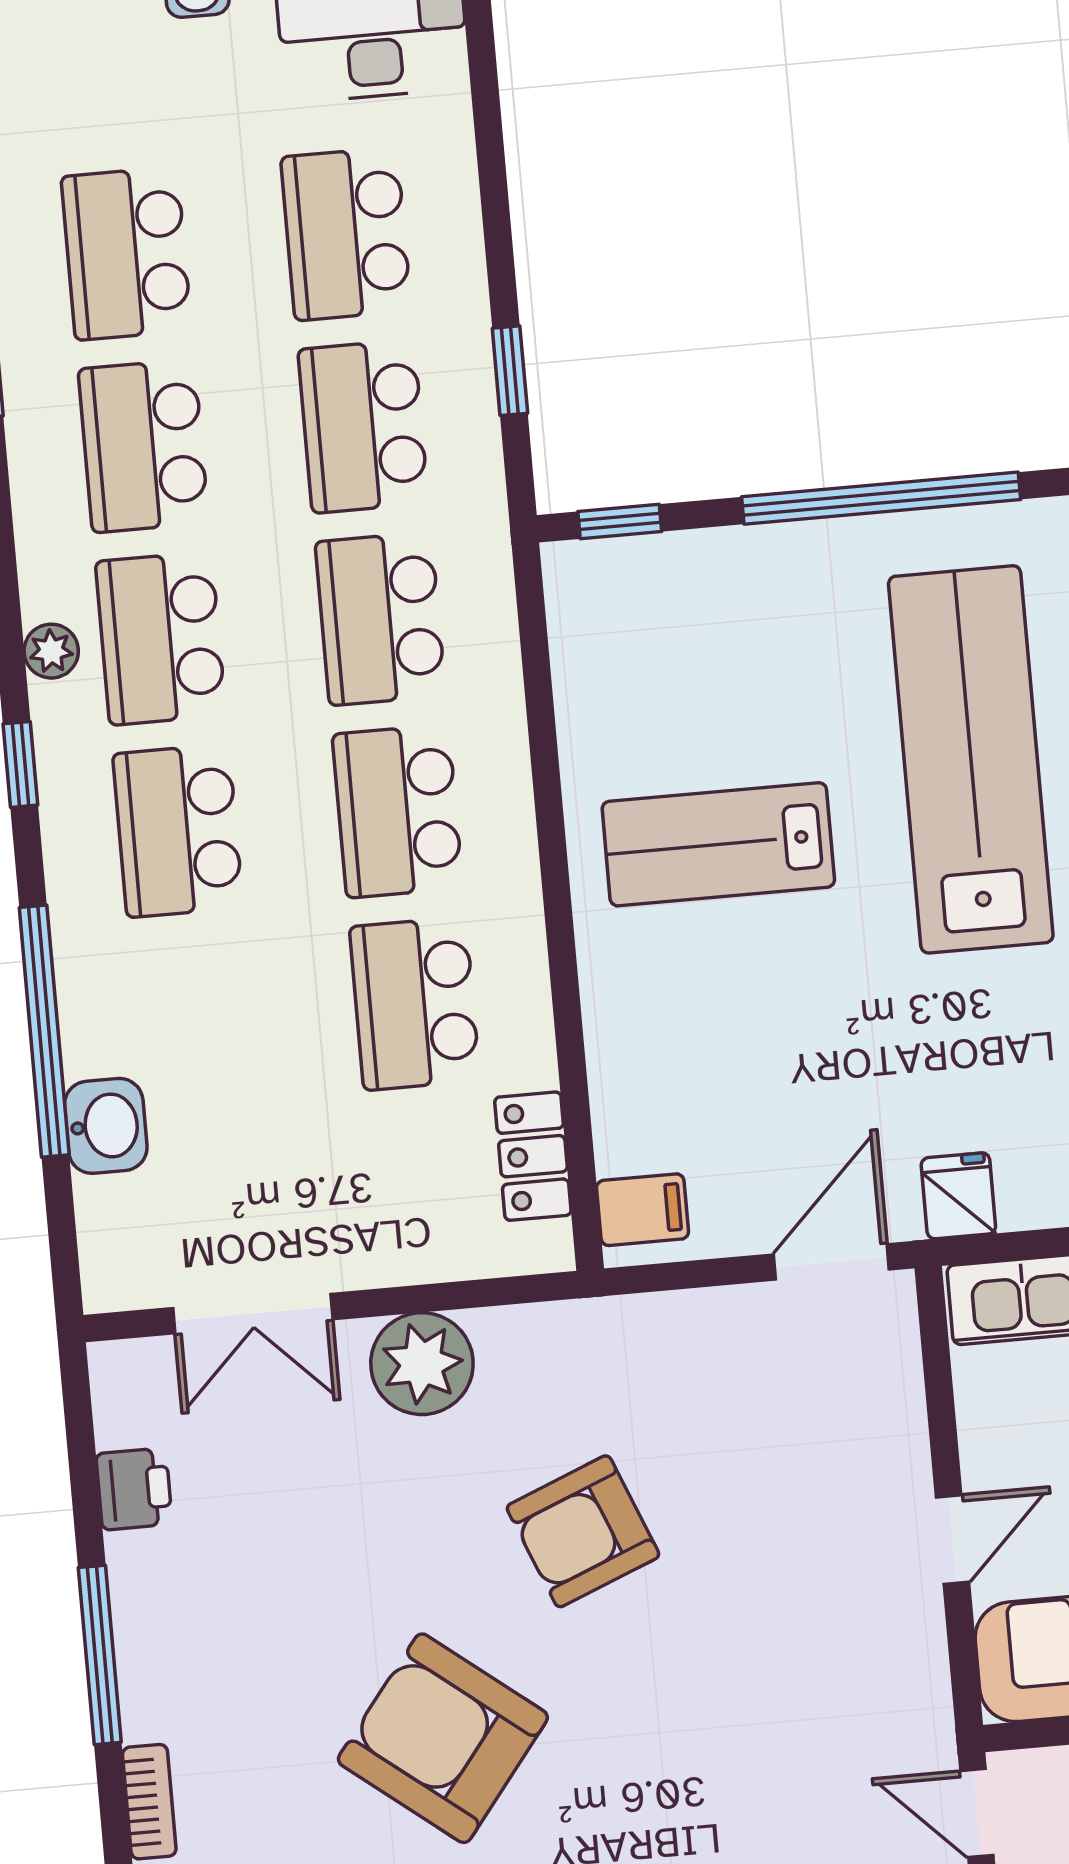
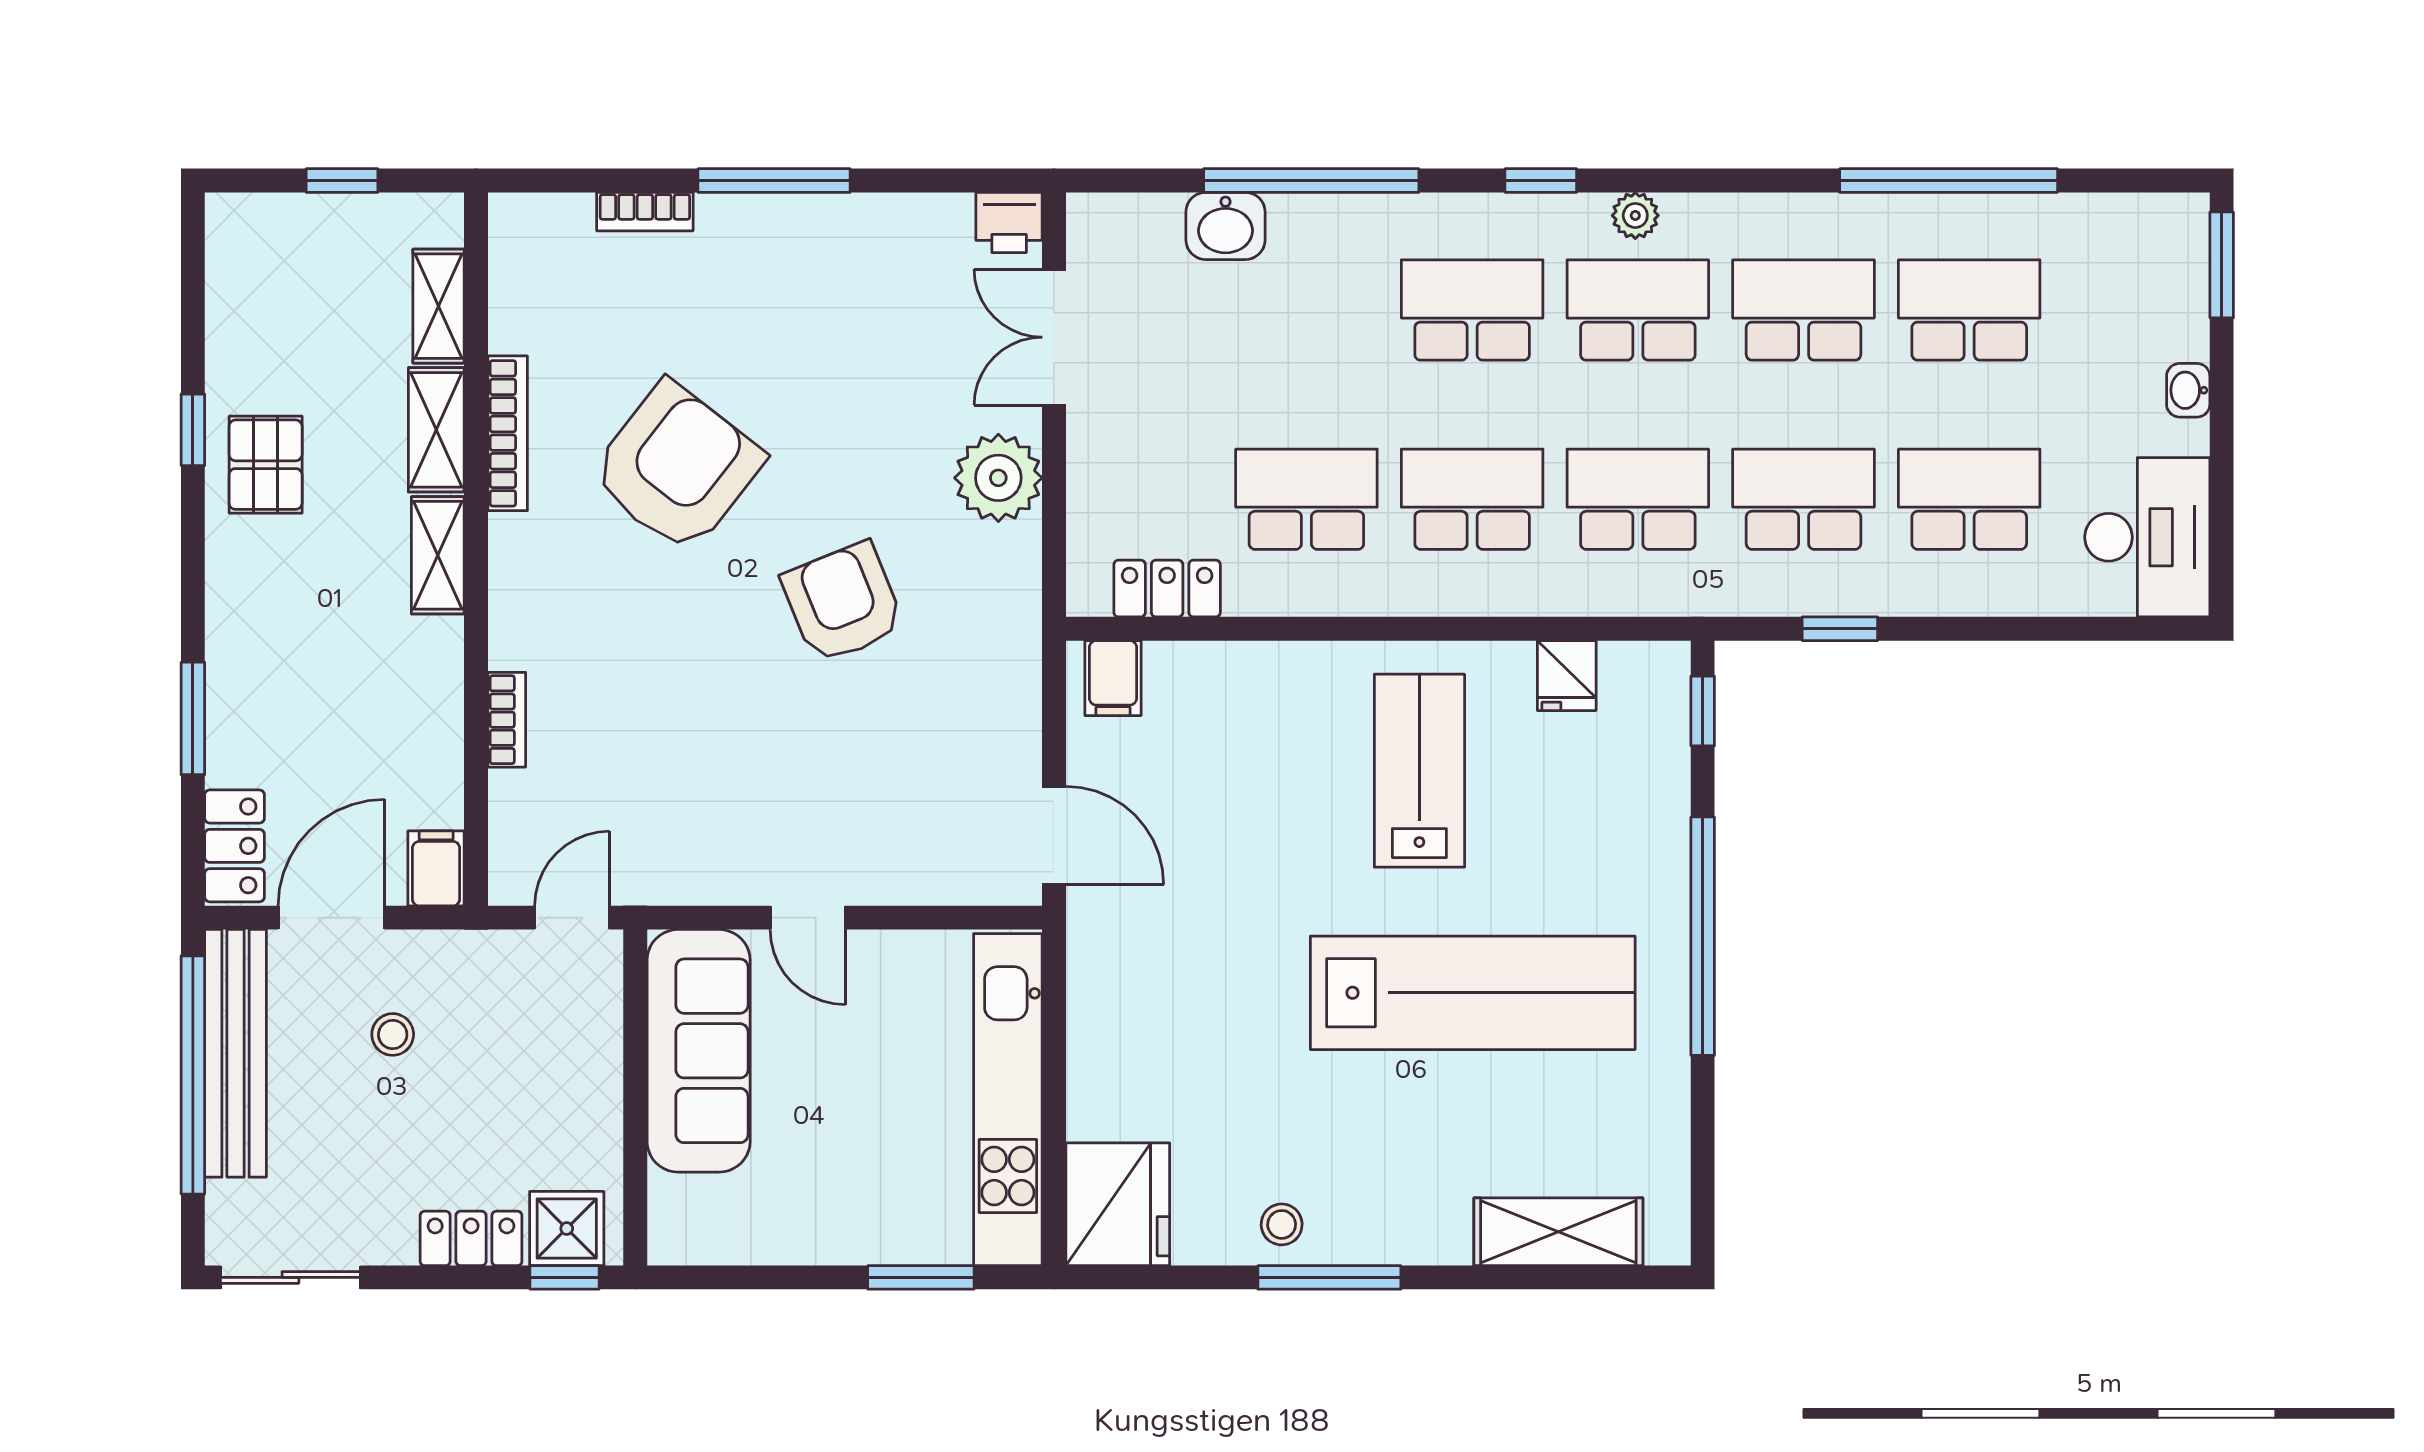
fridge: (958, 1196) -> (1567, 676), moved, turned 90
printer: (134, 1489) -> (1009, 222), moved

